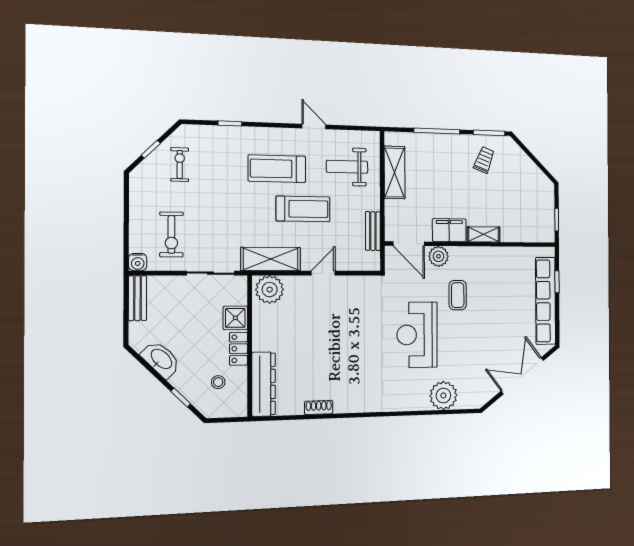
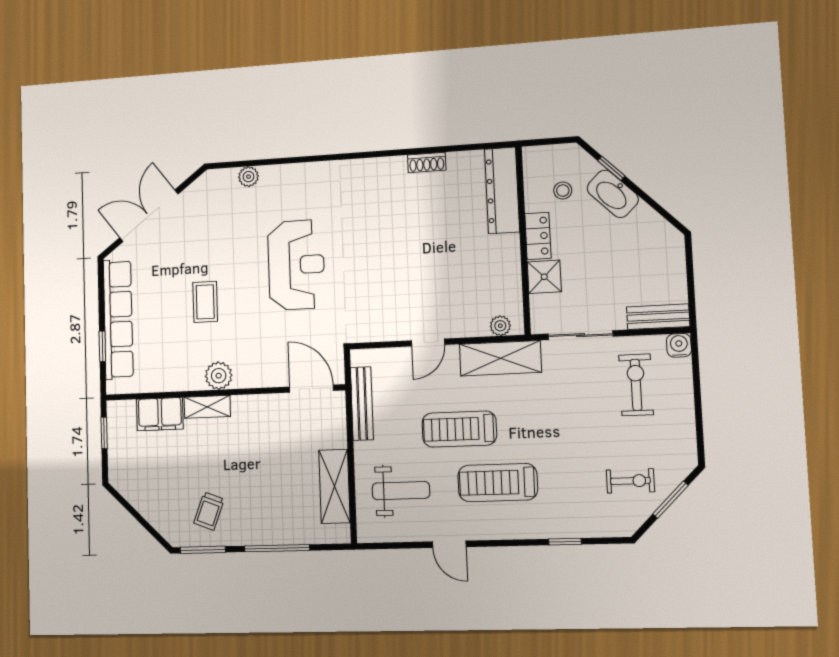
window: (151, 149) -> (671, 500), width x1.50
exercise bike: (180, 164) -> (630, 481), turned -90
treadmill: (277, 169) -> (498, 483), turned 180
filing cabinet: (449, 230) -> (160, 414), moved
bench: (373, 231) -> (362, 404), width x1.36
plant: (438, 256) -> (219, 376), moved
plant: (270, 290) -> (500, 326), width x0.53, depth x0.53
coffee table: (458, 295) -> (205, 302), moved
bench: (138, 298) -> (658, 317), moved, turned 90
washbasin: (161, 359) -> (613, 194), moved
double door: (522, 376) -> (149, 216), swing flipped
plant: (443, 395) -> (249, 177), width x0.53, depth x0.53

